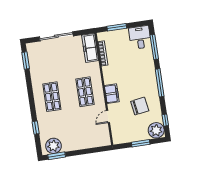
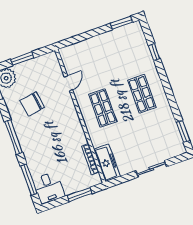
sliding door: (56, 36) -> (151, 169), width x0.73
filing cabinet: (112, 94) -> (69, 112), removed
plant: (53, 146) -> (128, 34), removed

